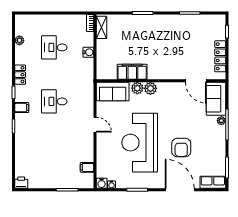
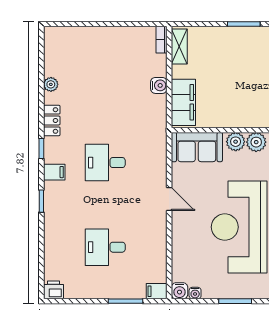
plant: (19, 40) -> (51, 84), moved
desk: (54, 47) -> (105, 247), moved
filing cabinet: (132, 72) -> (183, 102), moved, turned 90
filing cabinet: (87, 167) -> (157, 291), moved

